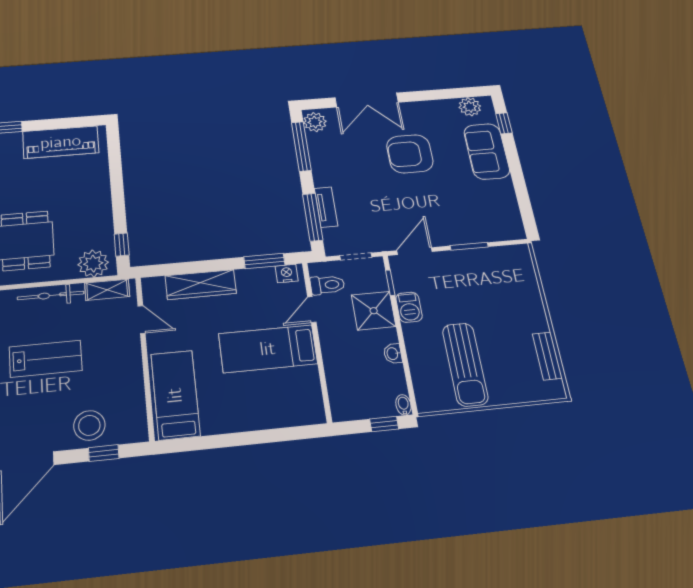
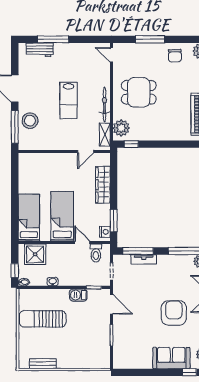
shower: (374, 311) -> (35, 254), moved
bed: (175, 395) -> (29, 218), moved, turned -90
window: (104, 453) -> (15, 127), width x2.17

